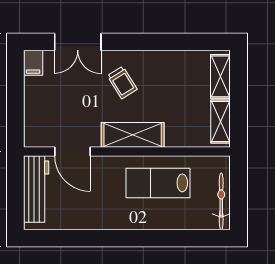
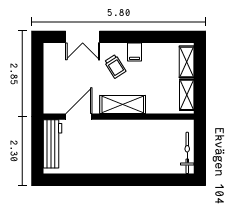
filing cabinet: (33, 63) -> (135, 52), moved
door: (72, 151) -> (79, 117), swing flipped
lab bench: (158, 183) -> (141, 140), removed

